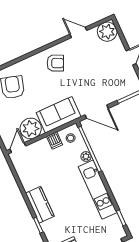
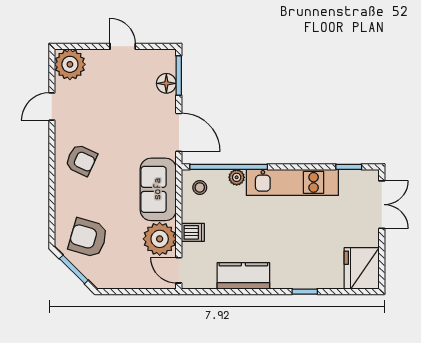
armchair: (55, 63) -> (81, 160), turned 90
floor lamp: (121, 92) -> (166, 83), added
door: (97, 112) -> (179, 132), hinge flipped
dishwasher: (55, 141) -> (193, 232), moved
kitchen counter: (40, 205) -> (243, 276), moved

